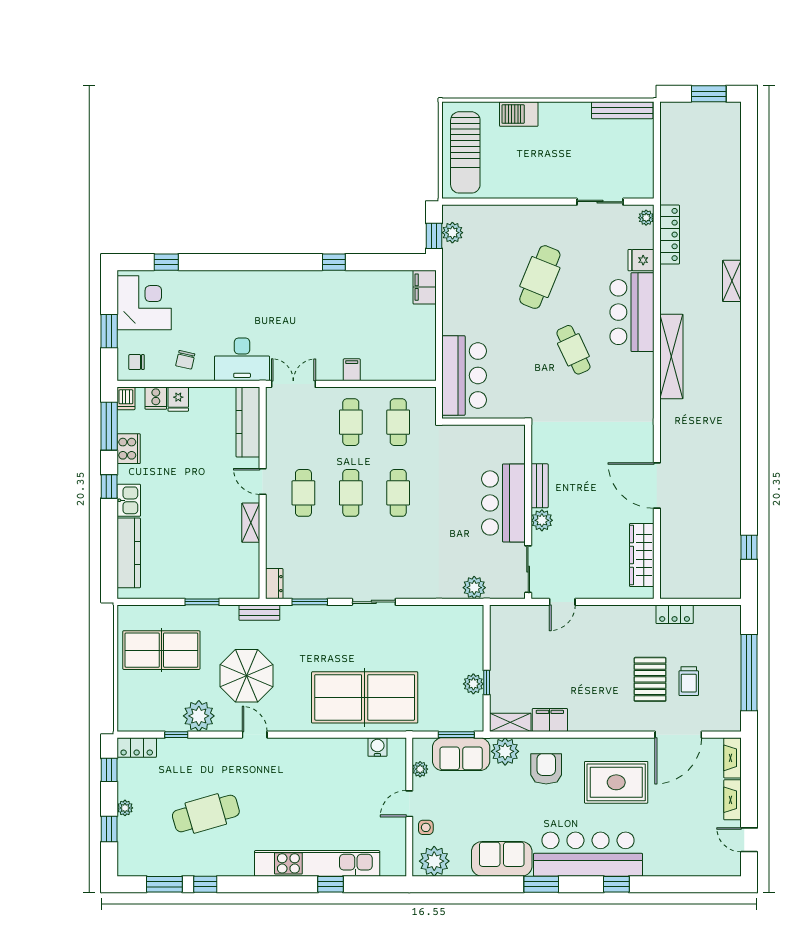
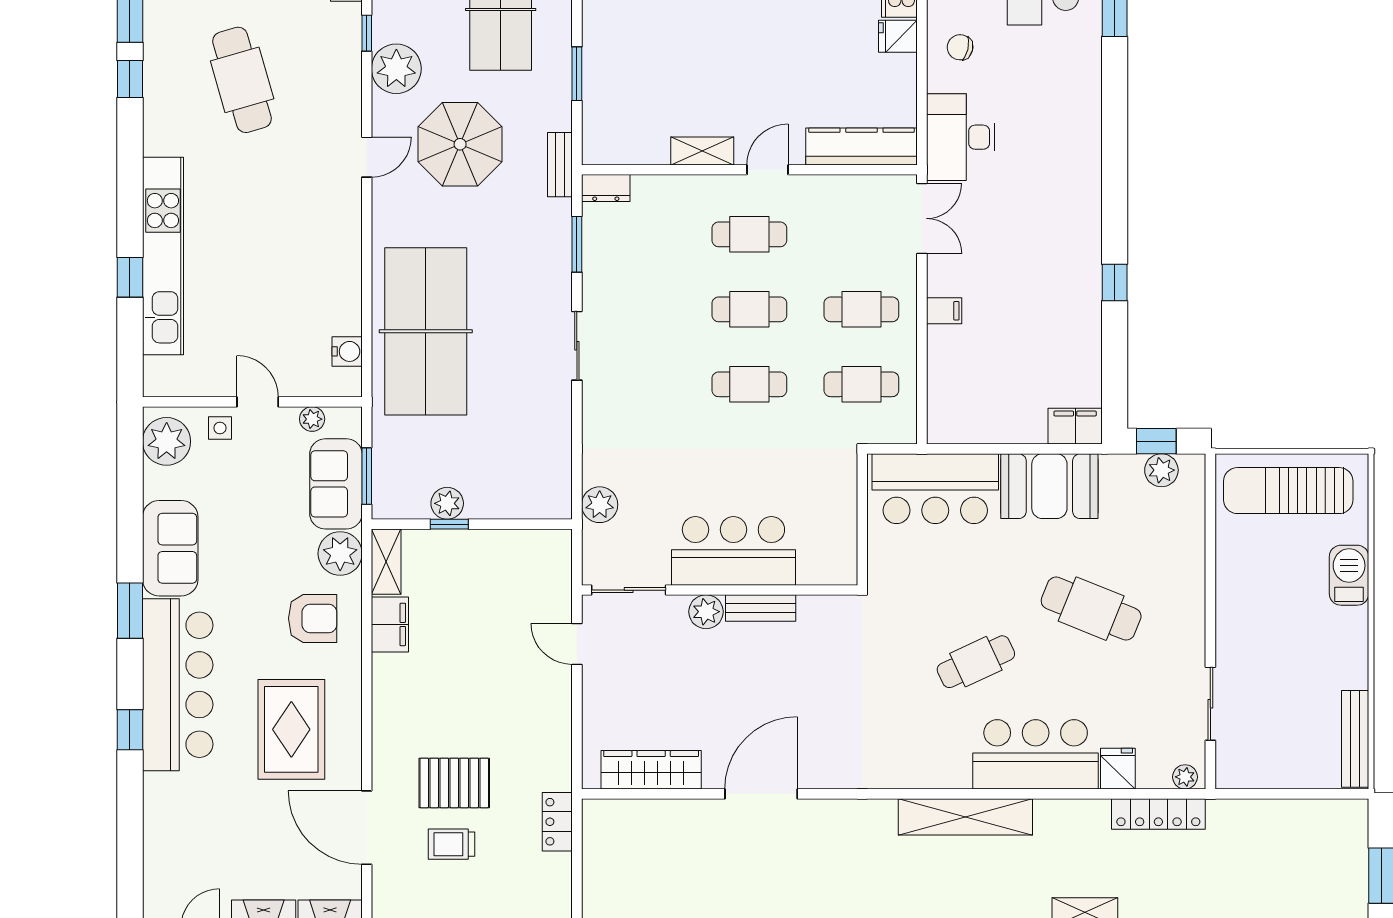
booth: (463, 303) -> (1049, 486), added

